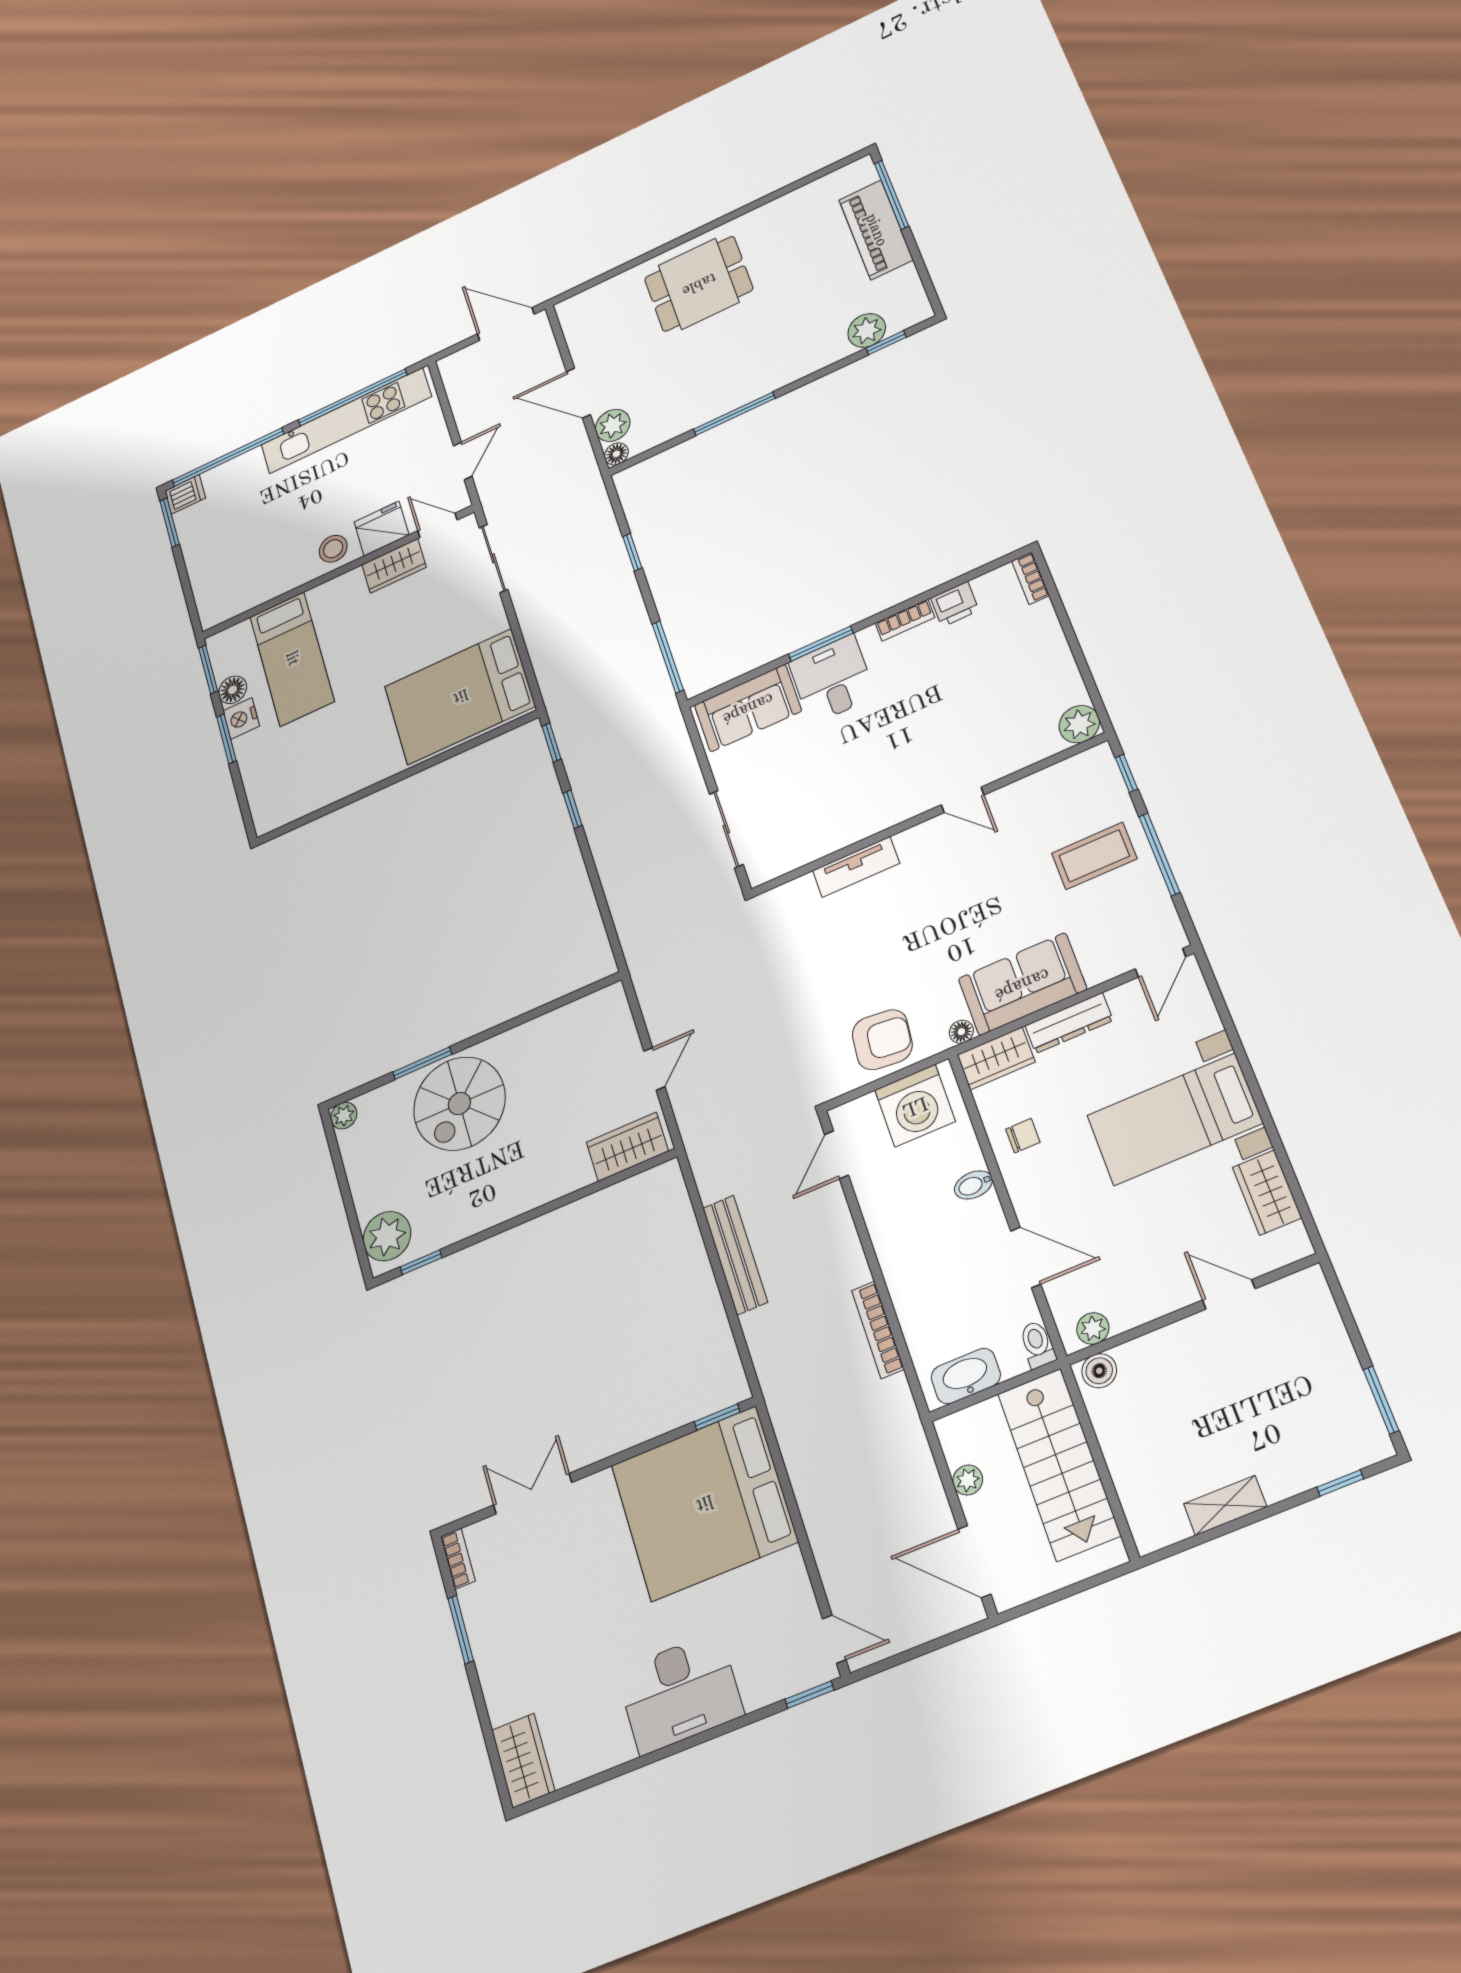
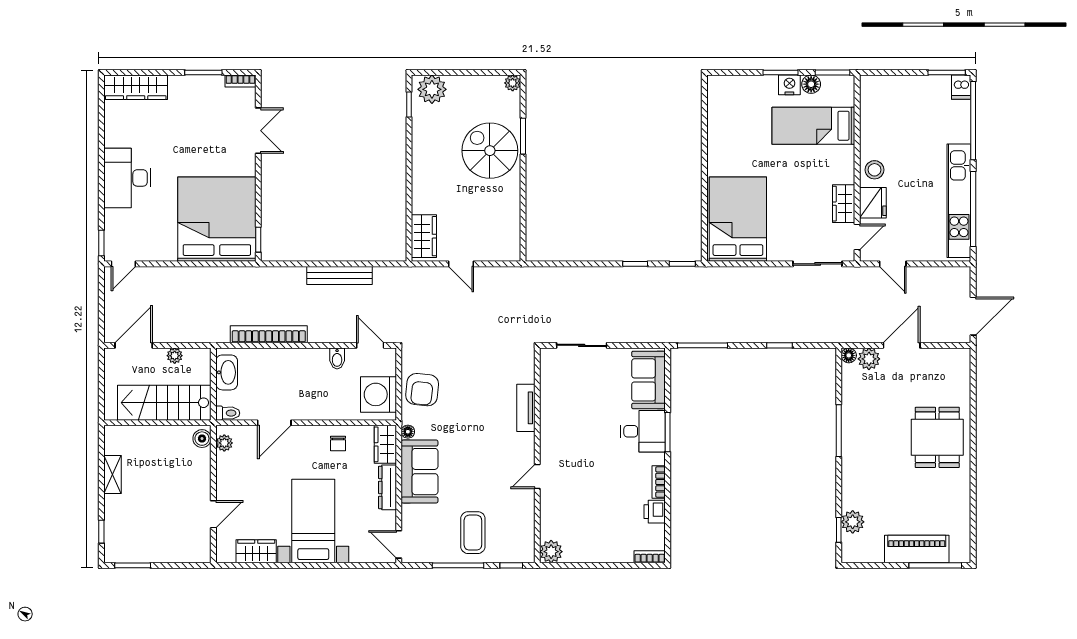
bidet: (973, 1185) -> (337, 358), moved, turned 180
bookcase: (878, 1330) -> (269, 334), width x1.48, depth x1.31
wardrobe: (523, 1760) -> (136, 87), width x1.50

